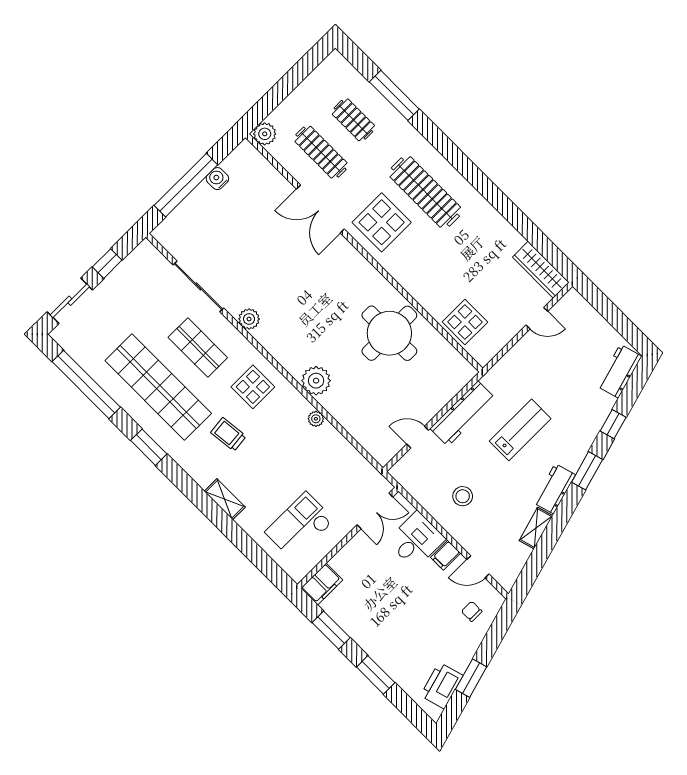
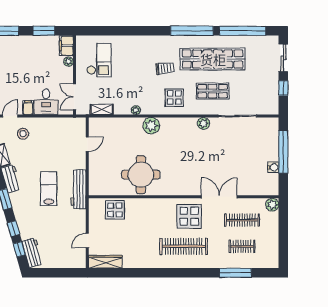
window: (631, 392) -> (19, 249), added
workbench: (463, 414) -> (79, 189), moved
lab bench: (520, 430) -> (49, 189), turned 180
window: (149, 447) -> (192, 31), width x2.11
stool: (463, 496) -> (23, 134), moved
shelving: (225, 499) -> (102, 109), moved
plant: (339, 562) -> (68, 62), added

